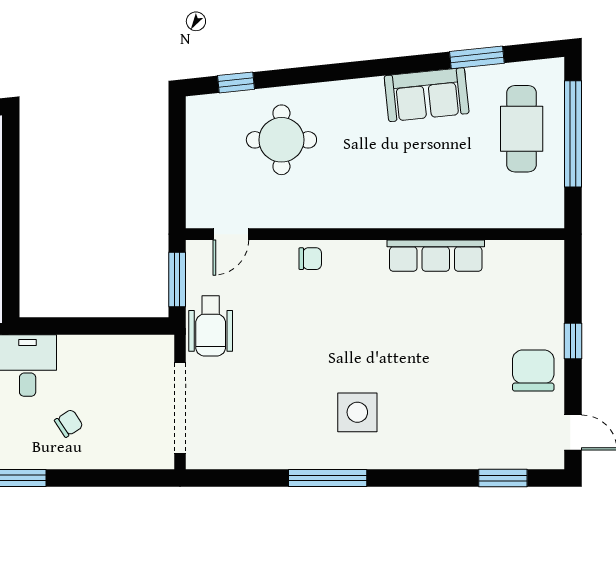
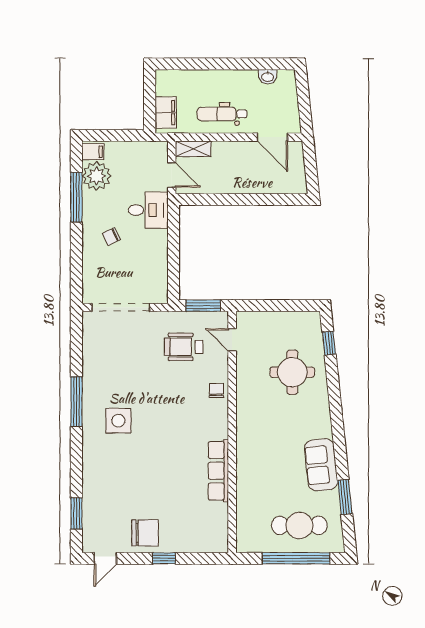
chair: (310, 259) -> (216, 391), turned 180
wheelchair: (211, 326) -> (184, 347), moved
chair: (69, 423) -> (111, 236), turned 97

